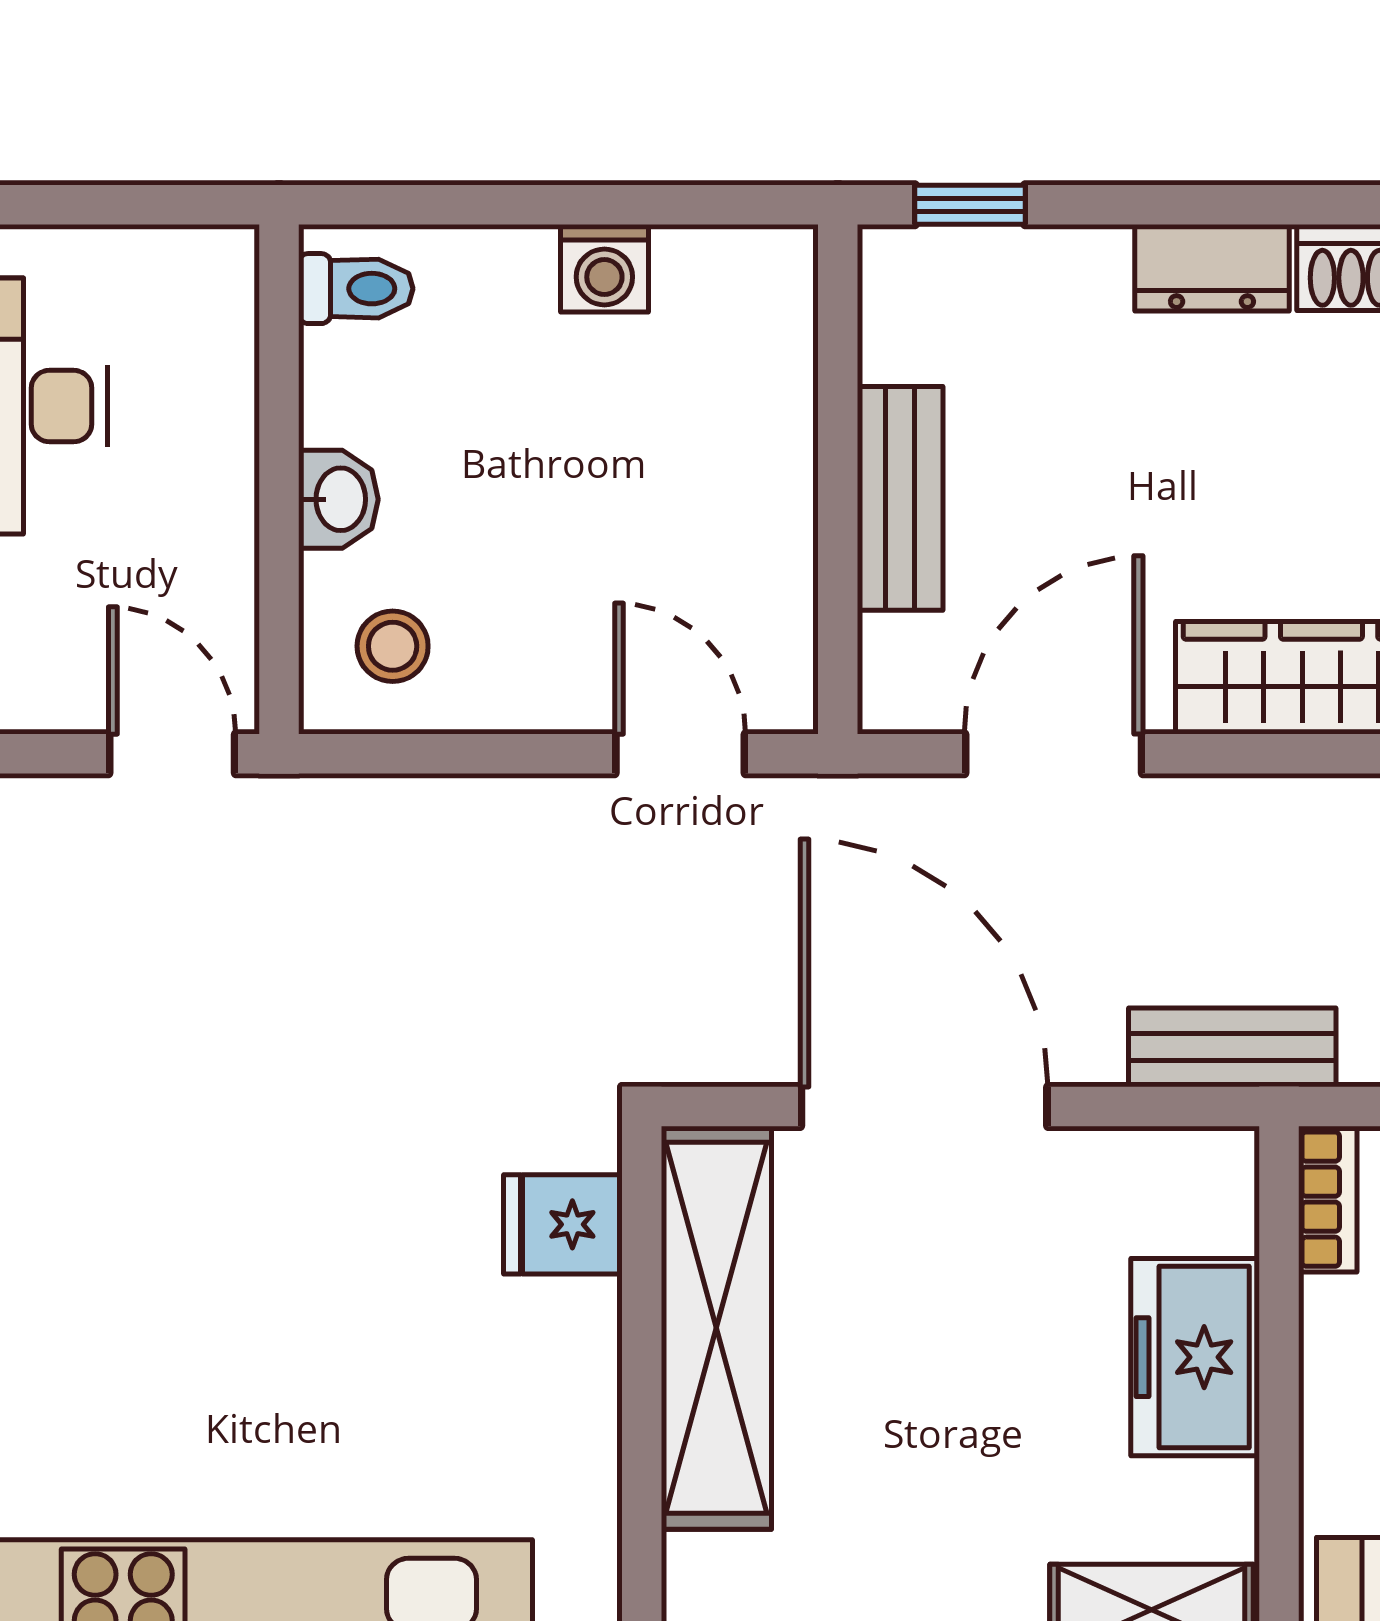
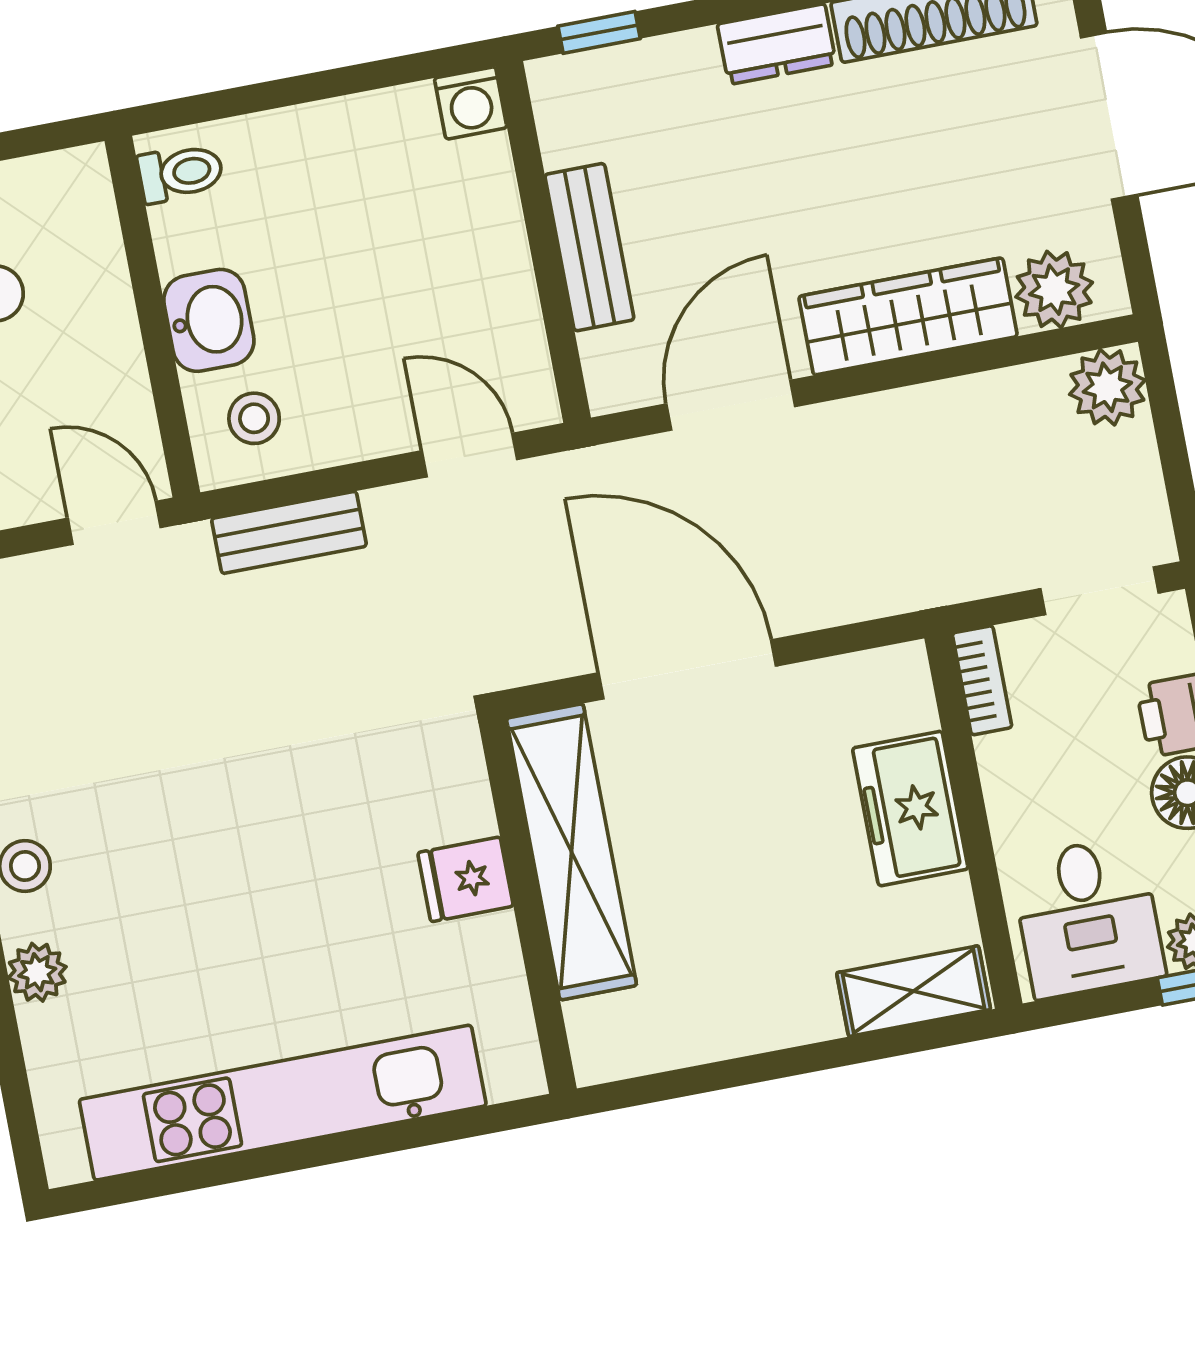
washing machine: (604, 268) -> (471, 103), moved
washbasin: (338, 499) -> (209, 320), width x1.38, depth x1.45
bench: (1232, 1047) -> (289, 532), moved
fridge: (563, 1224) -> (465, 879), moved

